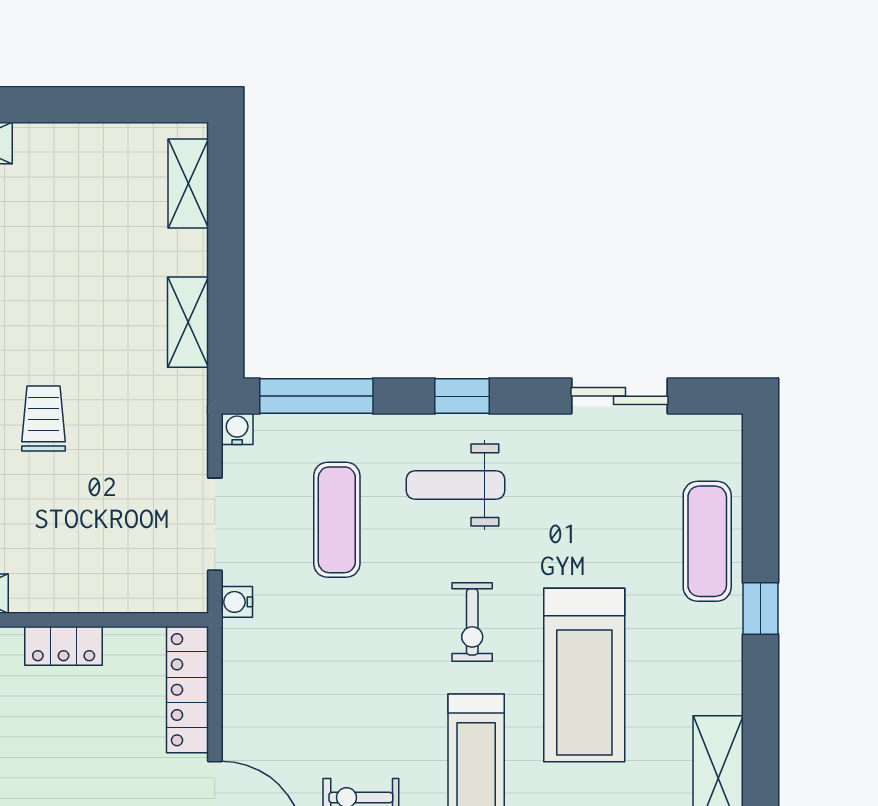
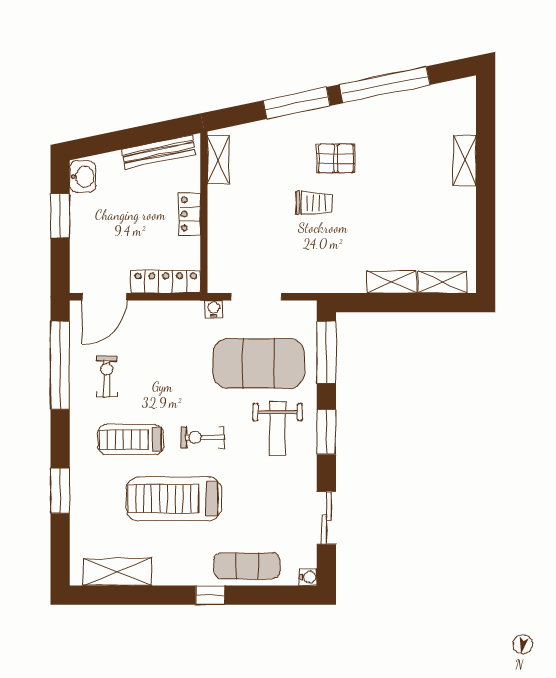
shelving: (188, 322) -> (391, 282), moved
window: (462, 396) -> (326, 432), width x1.50
water cooler: (237, 429) -> (308, 577), moved
weight bench: (456, 485) -> (278, 428), turned 180
exercise mat: (337, 520) -> (259, 363), width x2.00, depth x1.45

